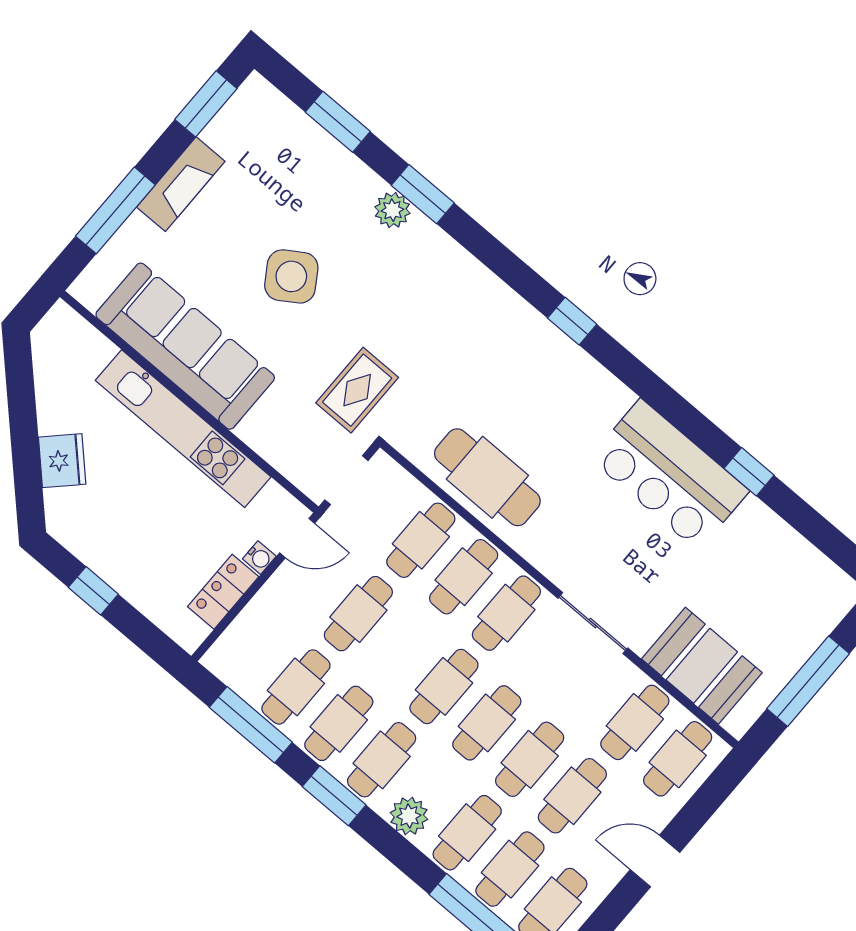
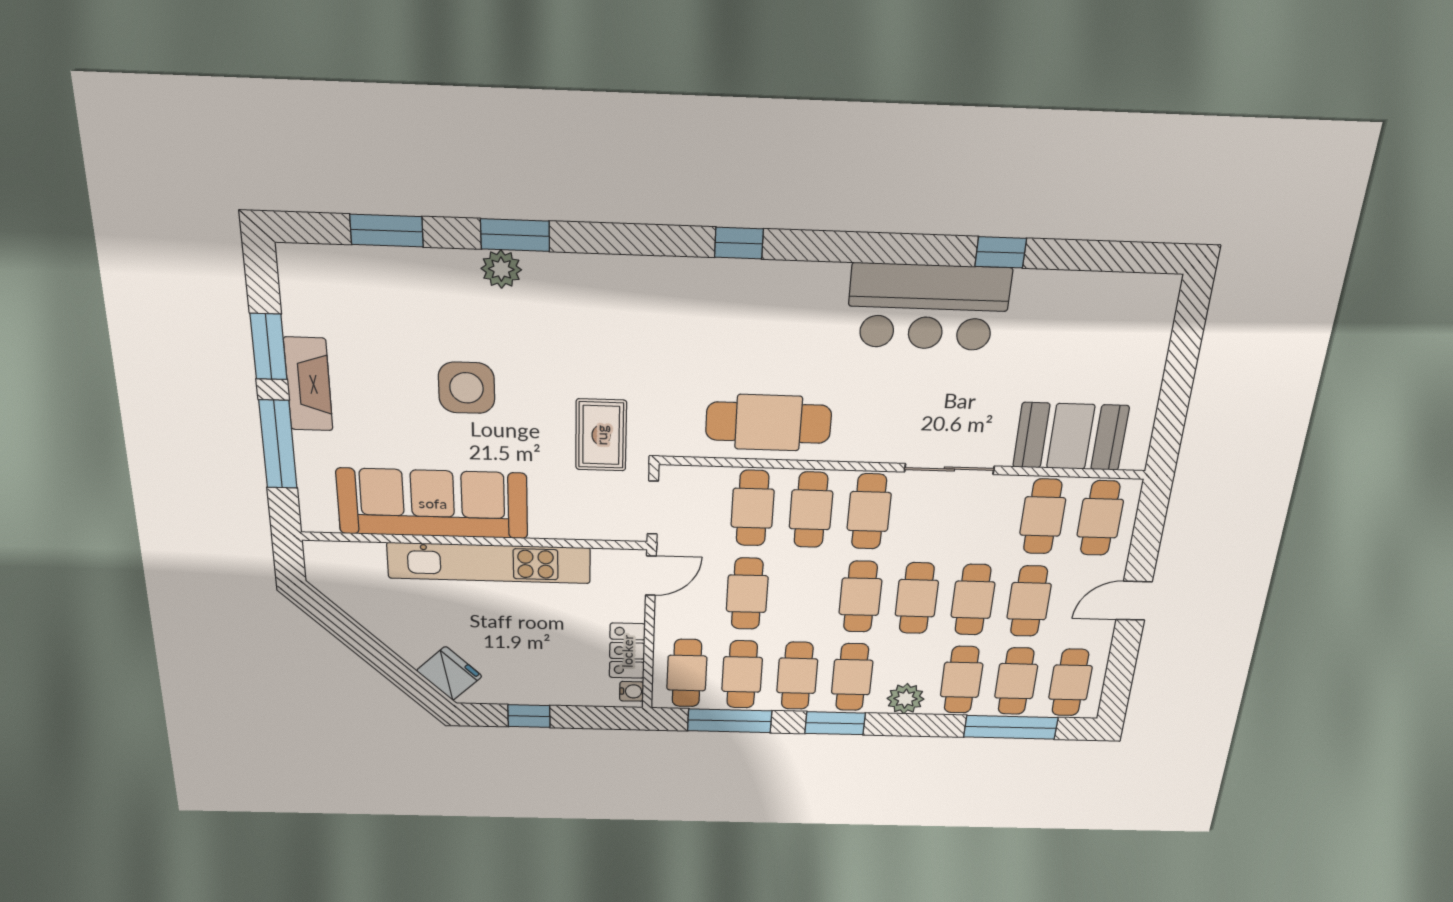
window: (206, 104) -> (269, 347), moved
side table: (291, 276) -> (467, 388), turned 33
fridge: (62, 461) -> (449, 673), moved
water cooler: (259, 558) -> (632, 691), moved
cafe table: (253, 651) -> (687, 673), added
window: (808, 681) -> (1177, 384), removed

